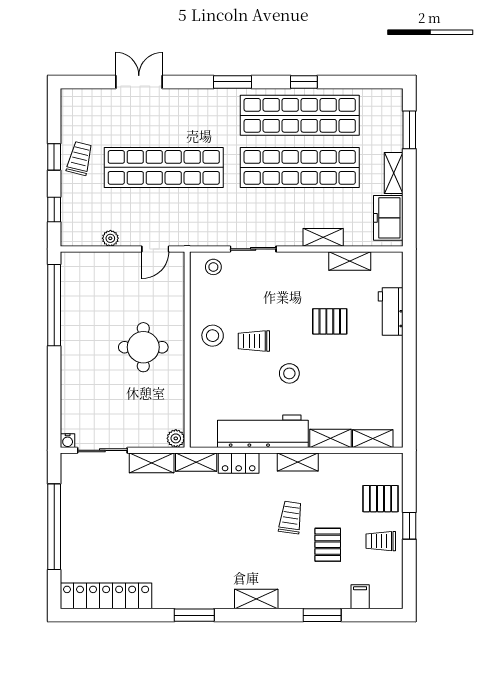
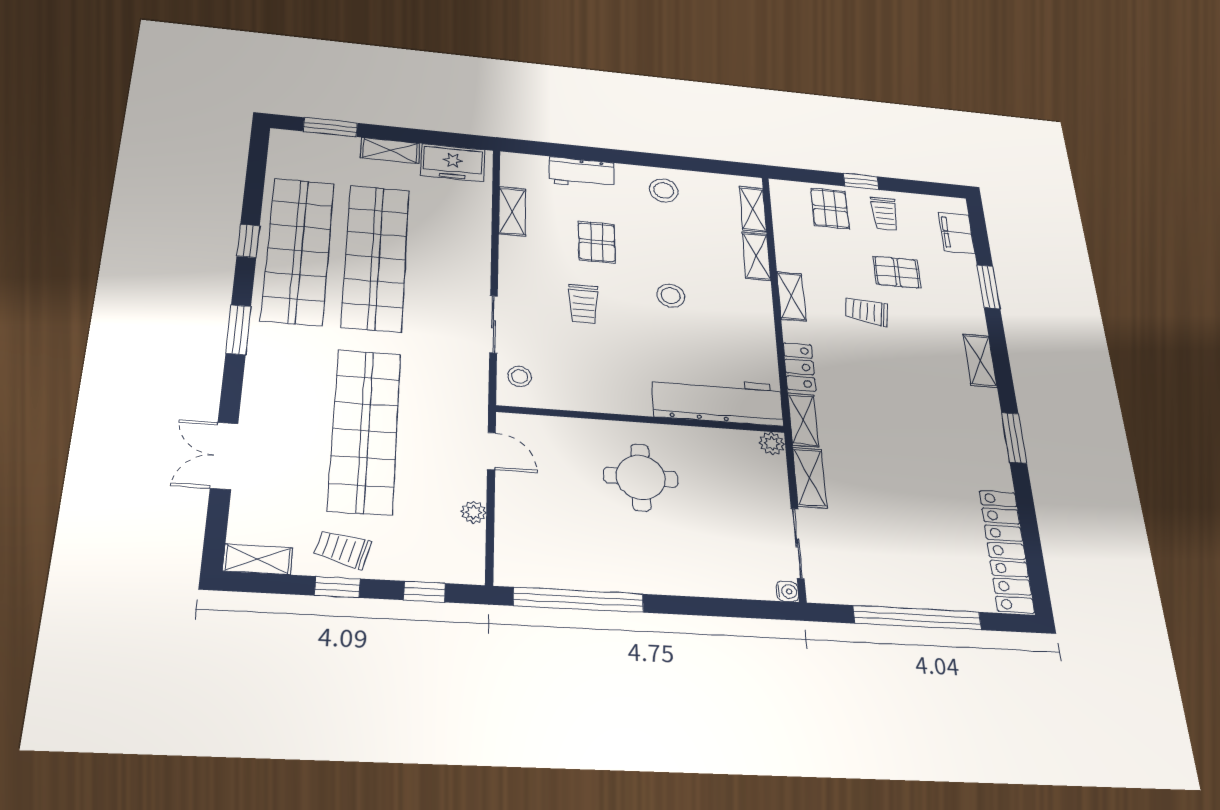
shelving: (323, 237) -> (258, 559), moved, turned 90
stool: (213, 336) -> (664, 191), moved
trolley: (254, 341) -> (583, 304), moved
workbench: (263, 431) -> (718, 401), moved, turned 90
filing cabinet: (360, 597) -> (957, 233), width x2.00

